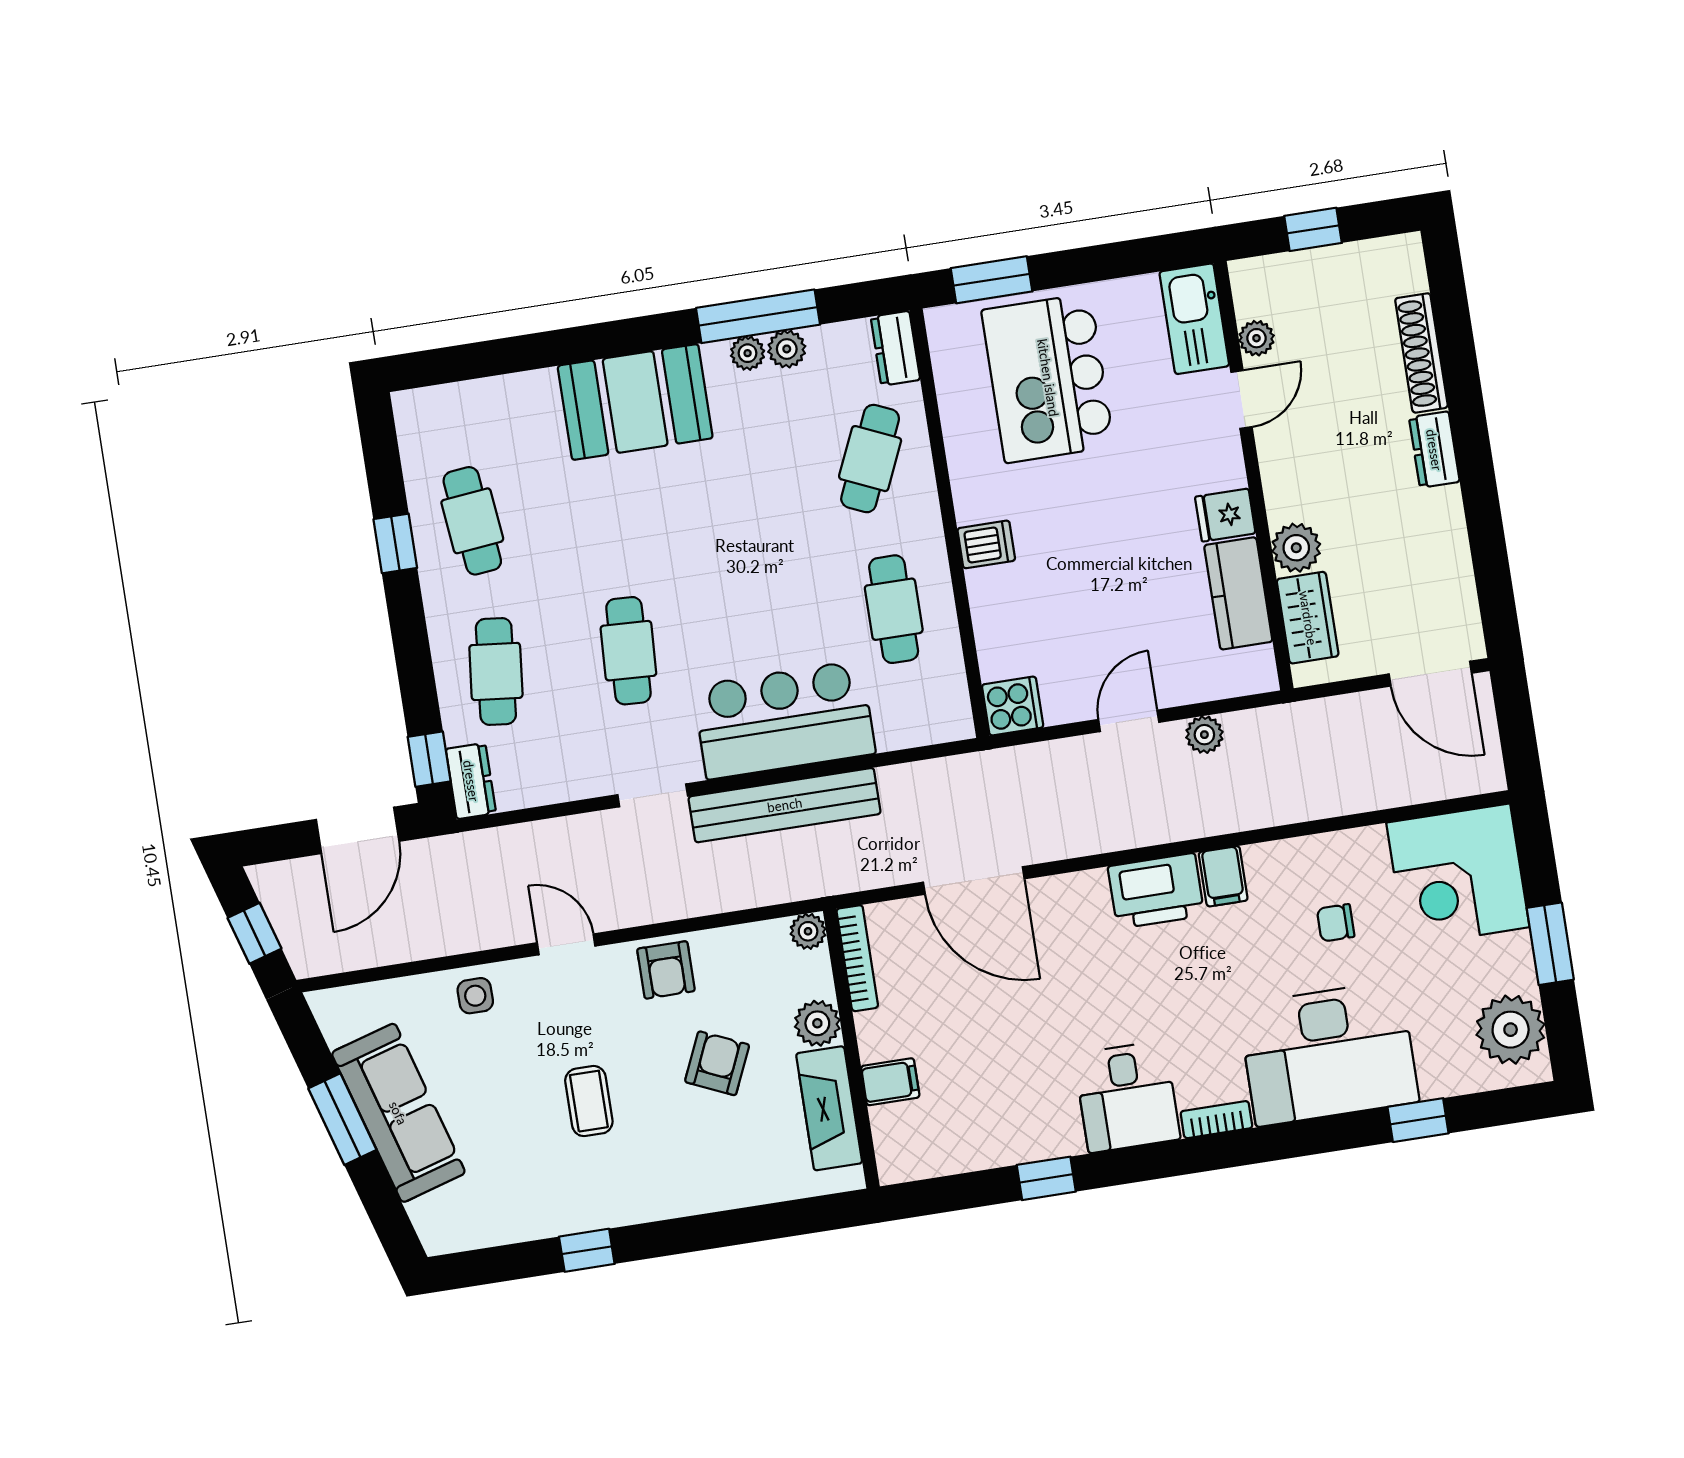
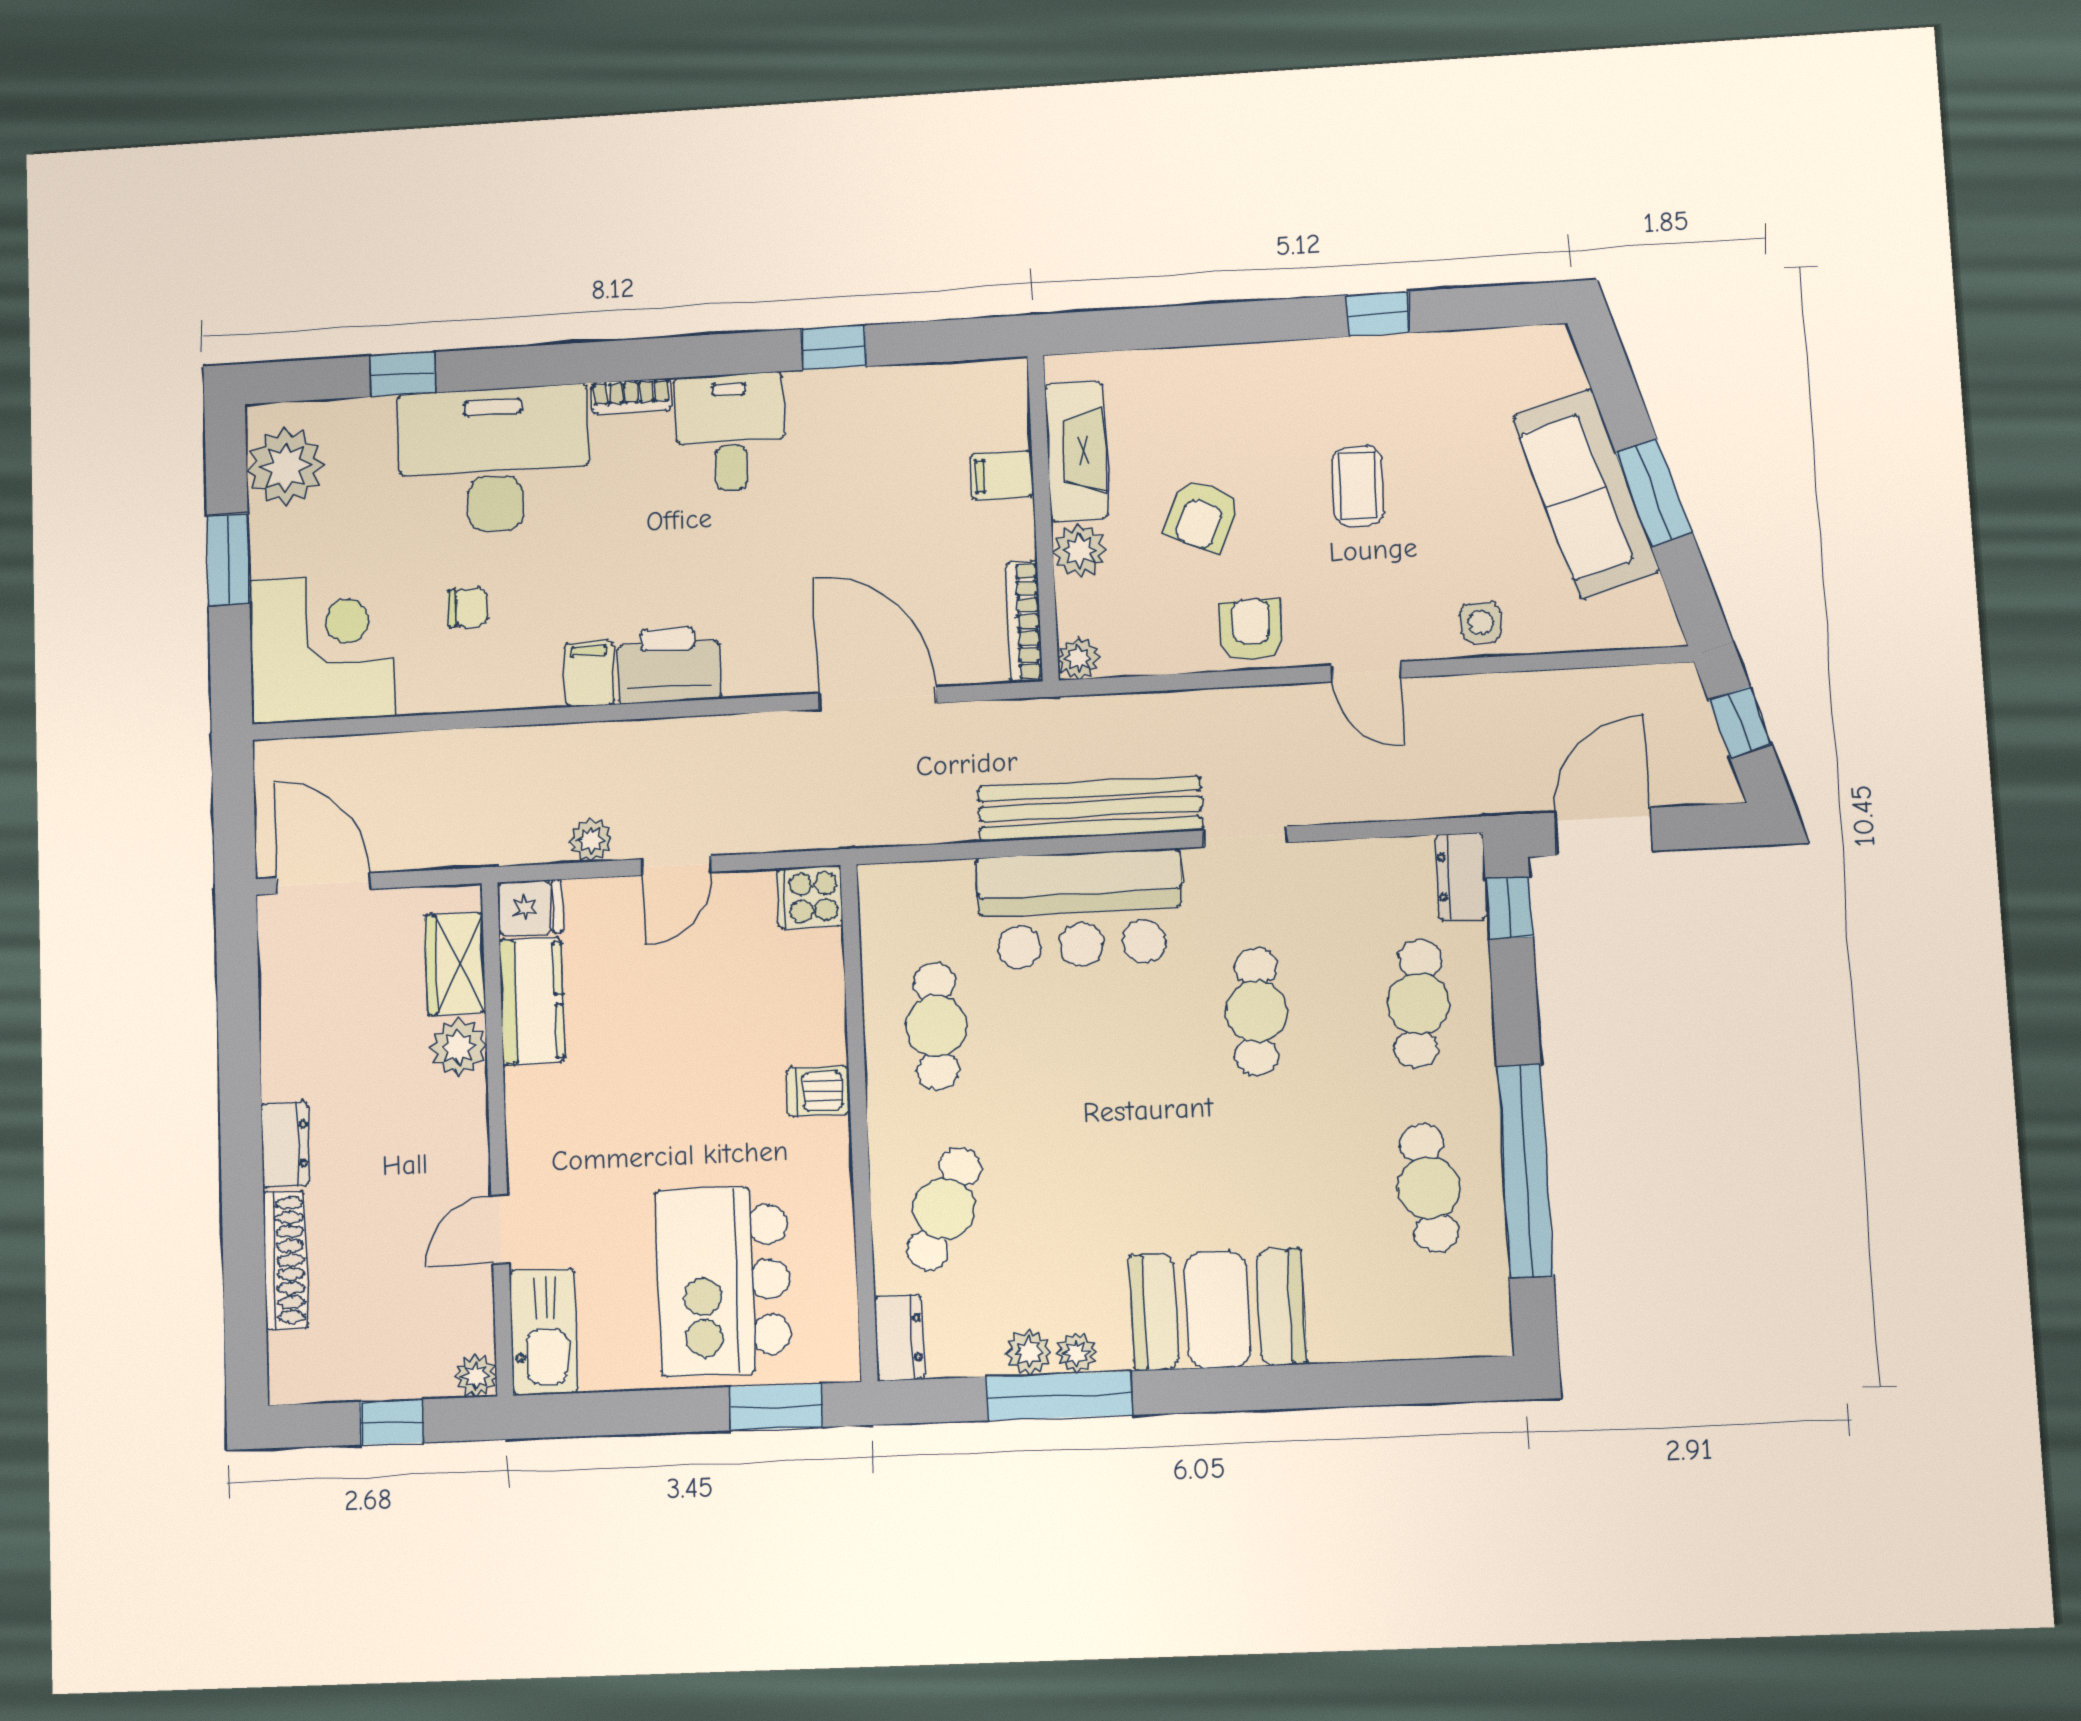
plant: (1257, 338) -> (476, 1376), moved
kitchen island: (1048, 378) -> (723, 1281), turned 180
fridge: (1225, 515) -> (530, 908), moved
window: (395, 543) -> (1525, 1171), width x3.17

